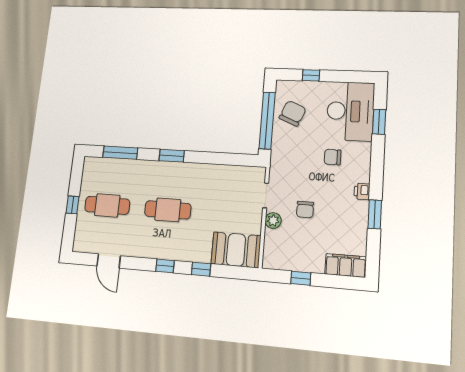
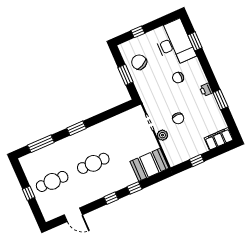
chair: (293, 113) -> (139, 62), turned -49
window: (267, 121) -> (126, 75), width x0.47

